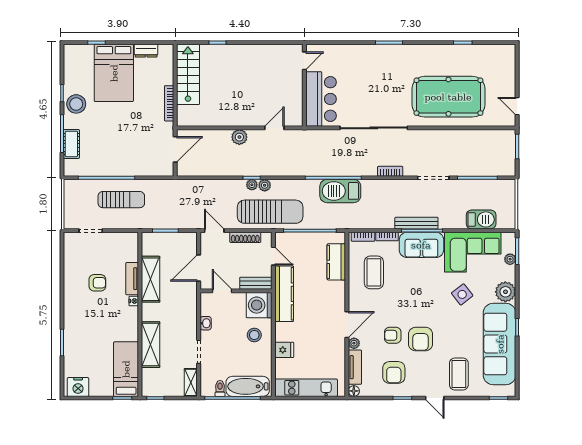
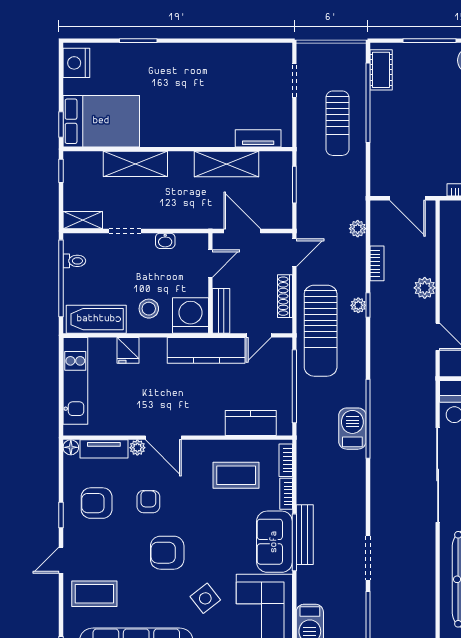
cot: (71, 144) -> (381, 70), moved, turned 90
bookcase: (390, 171) -> (377, 263), moved
plant: (265, 185) -> (358, 229), moved
barbecue: (340, 191) -> (352, 429), width x0.73, depth x0.83
tv unit: (132, 279) -> (258, 138), moved
armchair: (97, 283) -> (222, 90), removed
nightstand: (134, 301) -> (196, 141), removed
armchair: (421, 339) -> (167, 553), moved
bed: (126, 369) -> (101, 121), width x1.50
bathtub: (248, 386) -> (96, 319), moved, turned -90

